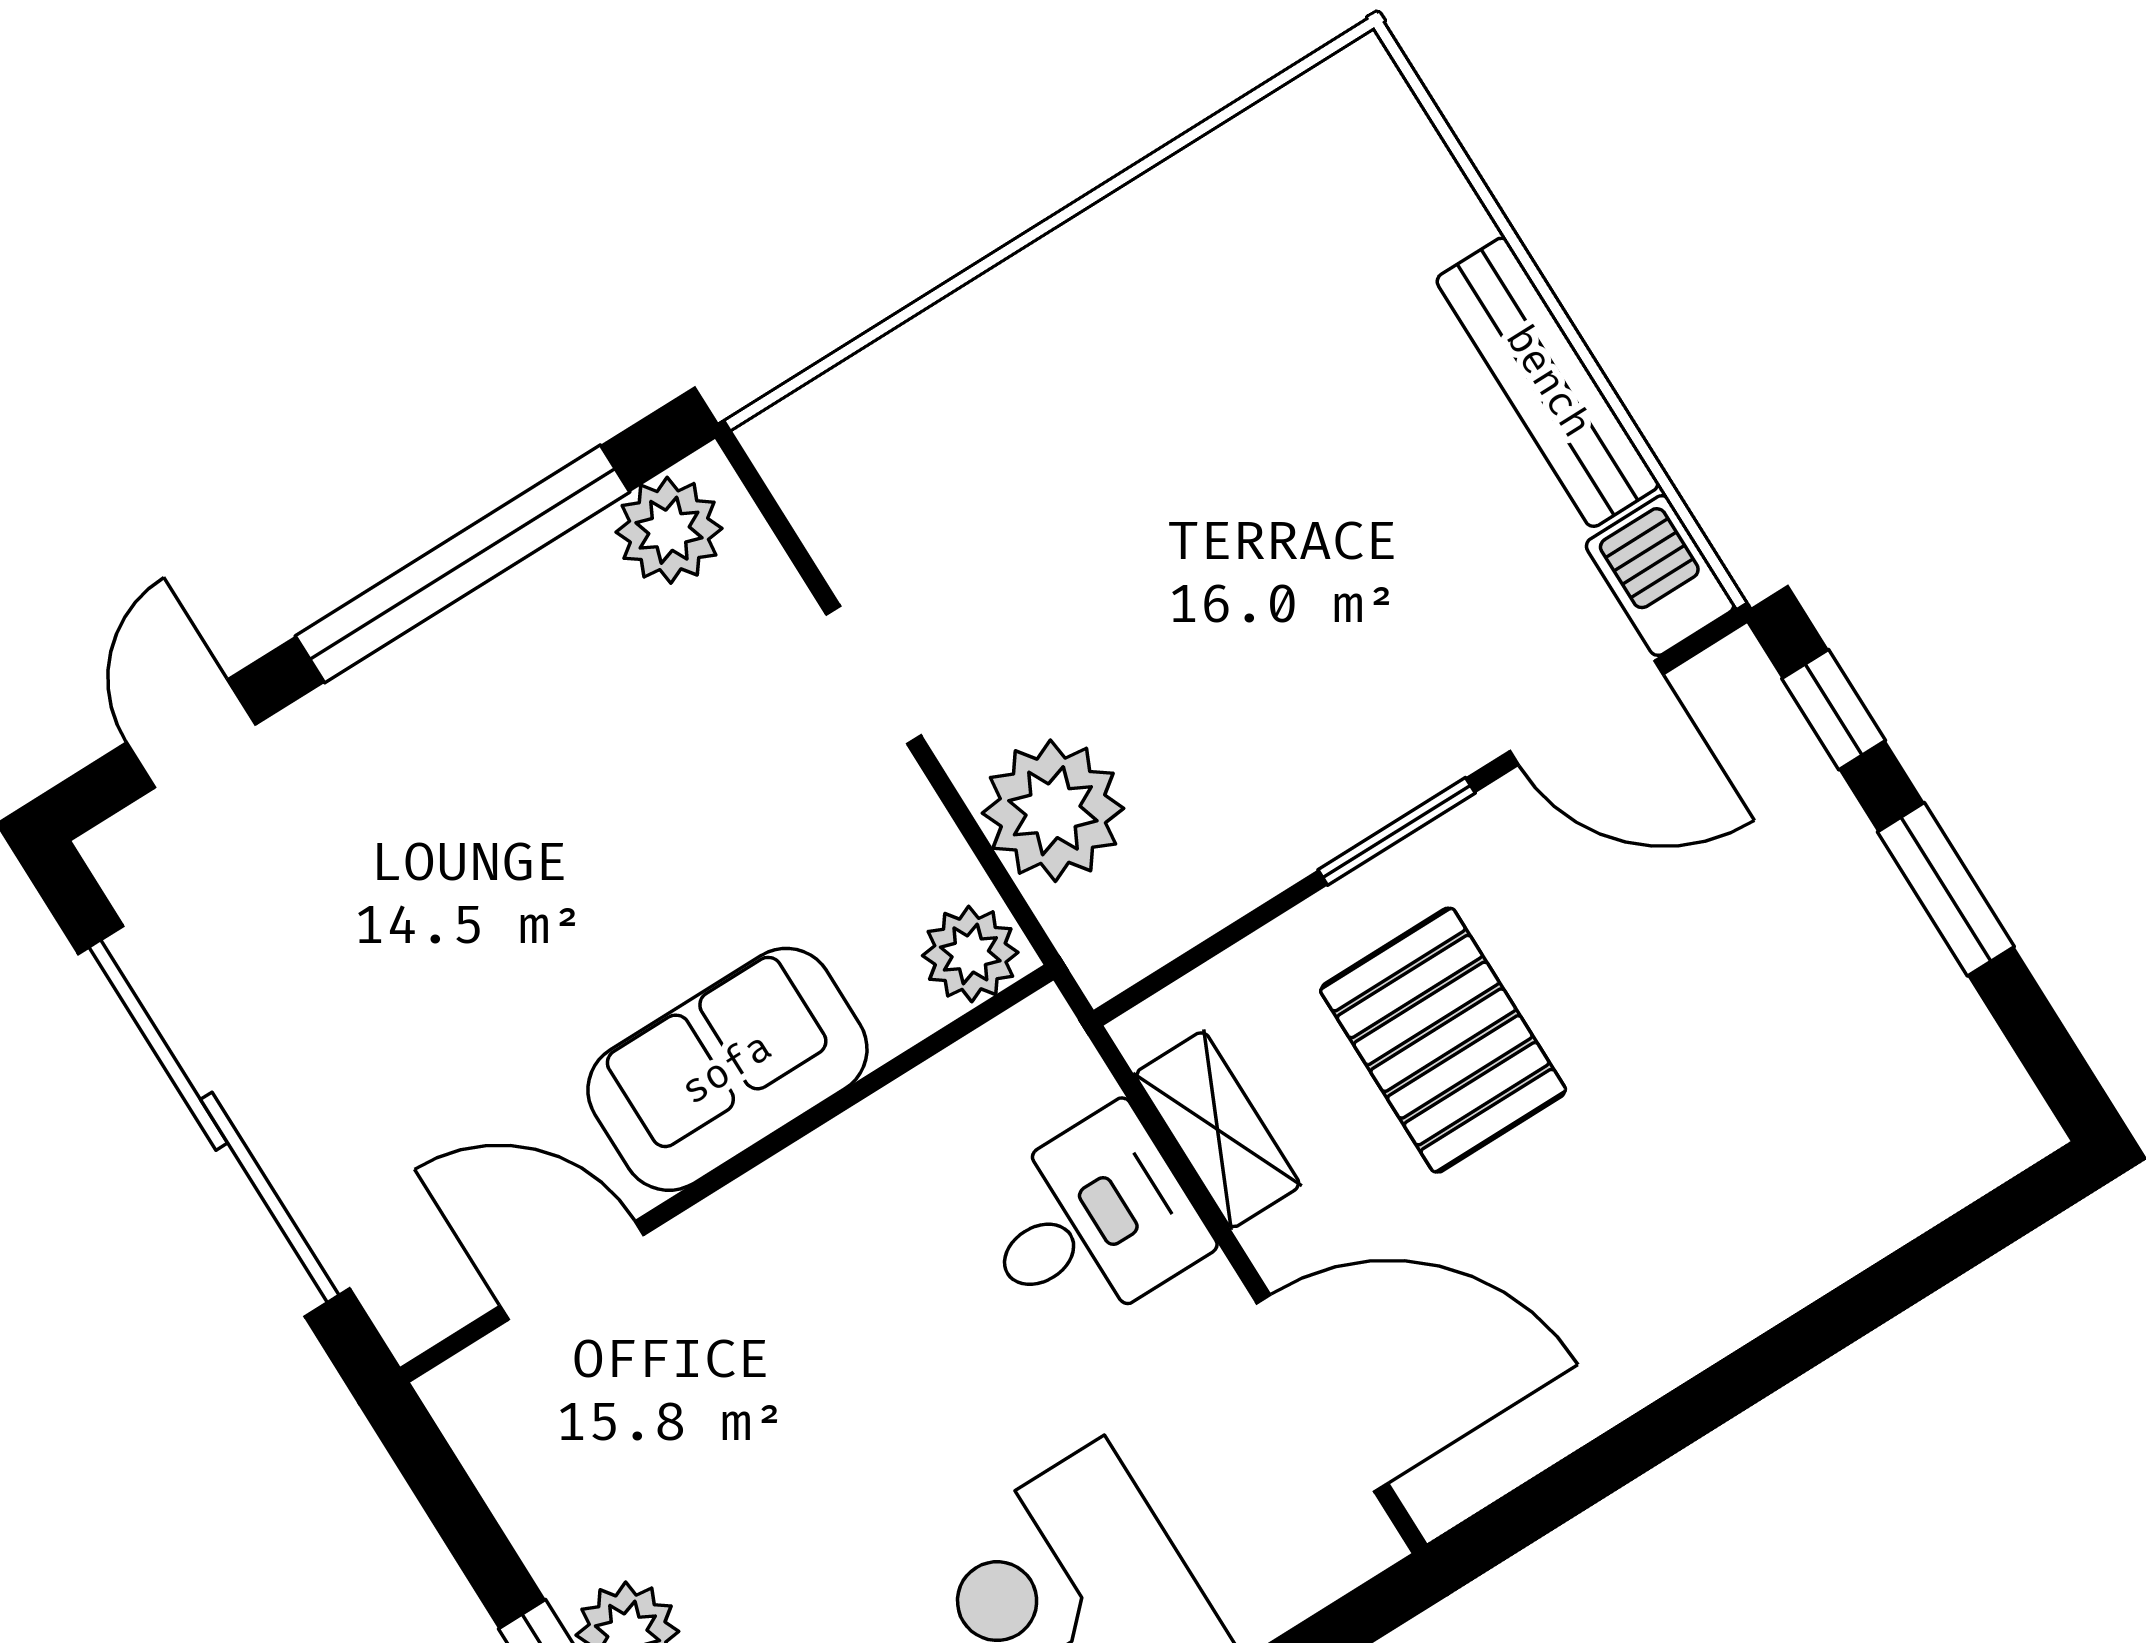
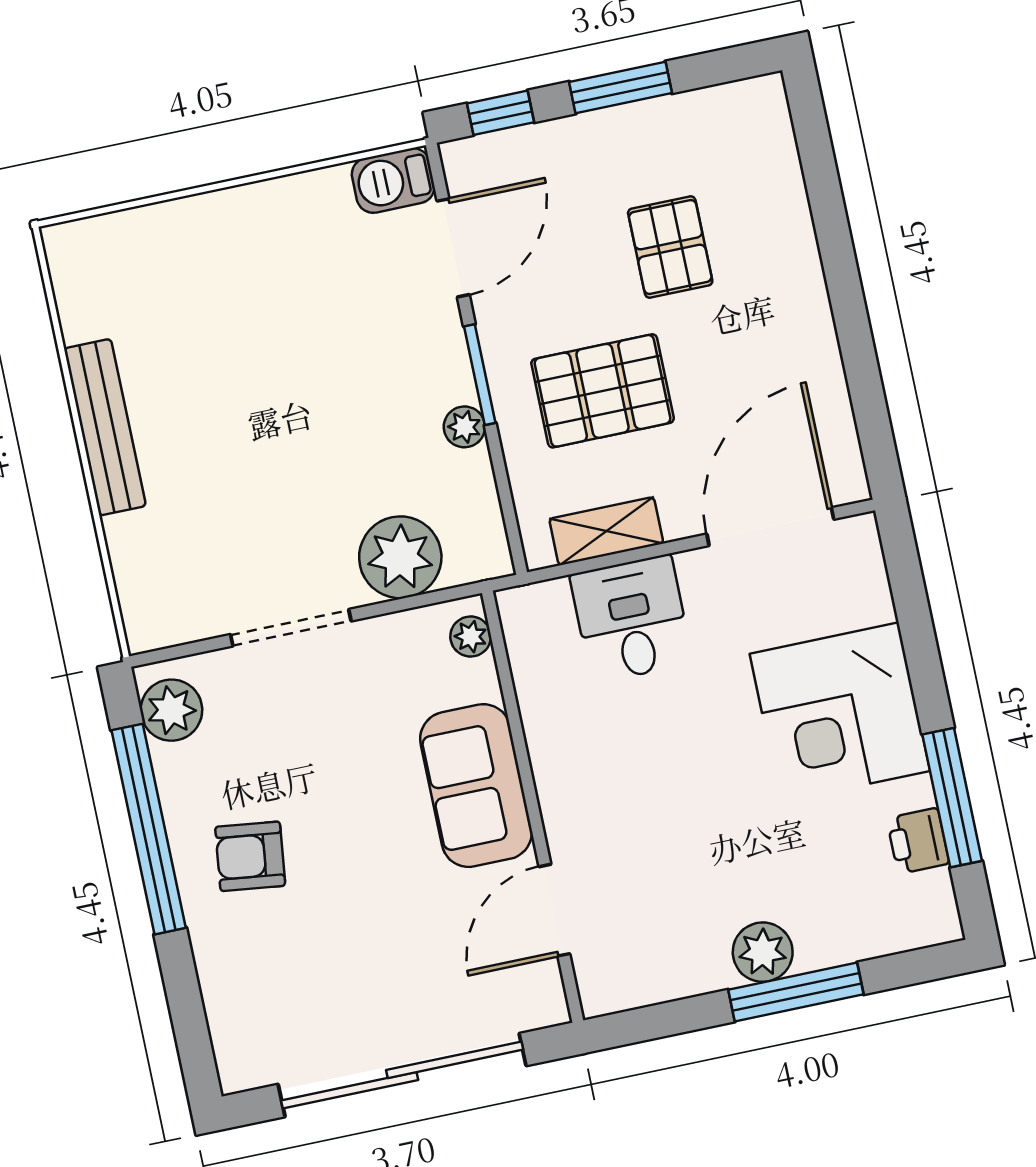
bench: (1548, 382) -> (105, 427), moved, turned 90
doorway: (874, 675) -> (291, 628), width x1.38
door: (191, 733) -> (187, 1010), removed
armchair: (479, 745) -> (250, 856), added
plant: (1303, 837) -> (464, 427), added
plant: (970, 954) -> (471, 636), width x0.73, depth x0.73
pallet: (1717, 1065) -> (670, 247), added

